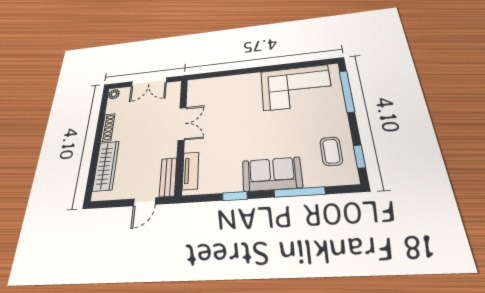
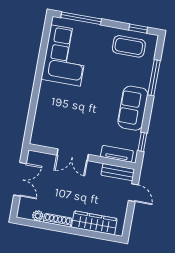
plant: (114, 94) -> (38, 216), moved
double door: (182, 124) -> (73, 155), swing flipped
coffee table: (331, 151) -> (129, 46), width x1.36, depth x1.30
sofa: (272, 174) -> (133, 108), moved
window: (235, 196) -> (142, 142), moved

